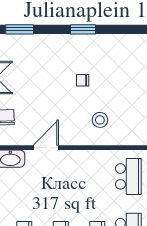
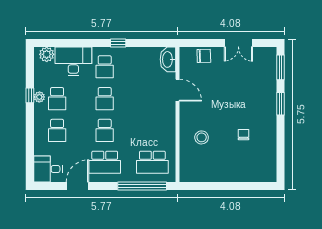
window: (83, 29) -> (280, 104), moved
chair: (83, 80) -> (243, 135), moved

